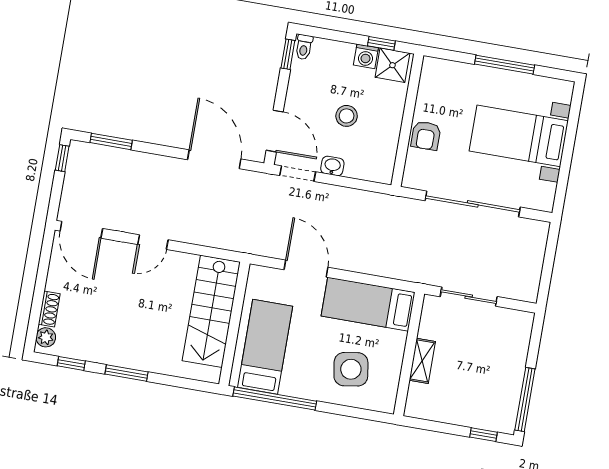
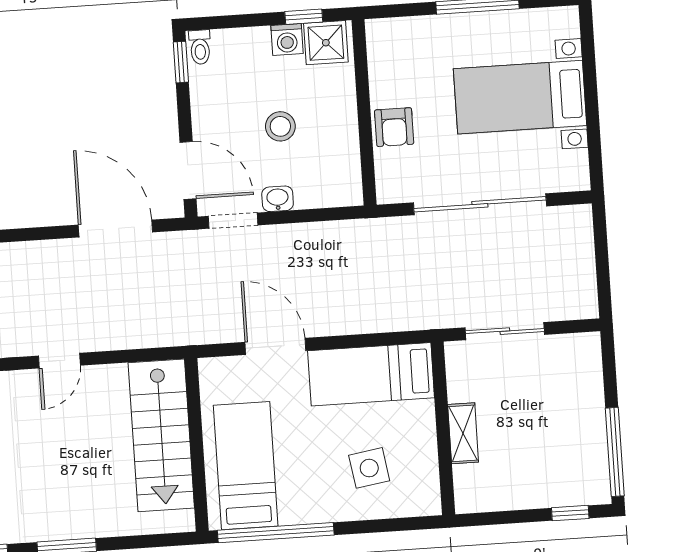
side table: (351, 369) -> (369, 468), width x0.73, depth x0.73

